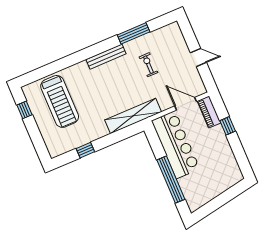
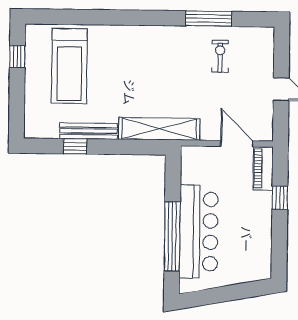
bench: (106, 57) -> (88, 131), moved
exercise bike: (148, 65) -> (220, 56), moved
bar counter: (176, 145) -> (199, 232), moved

